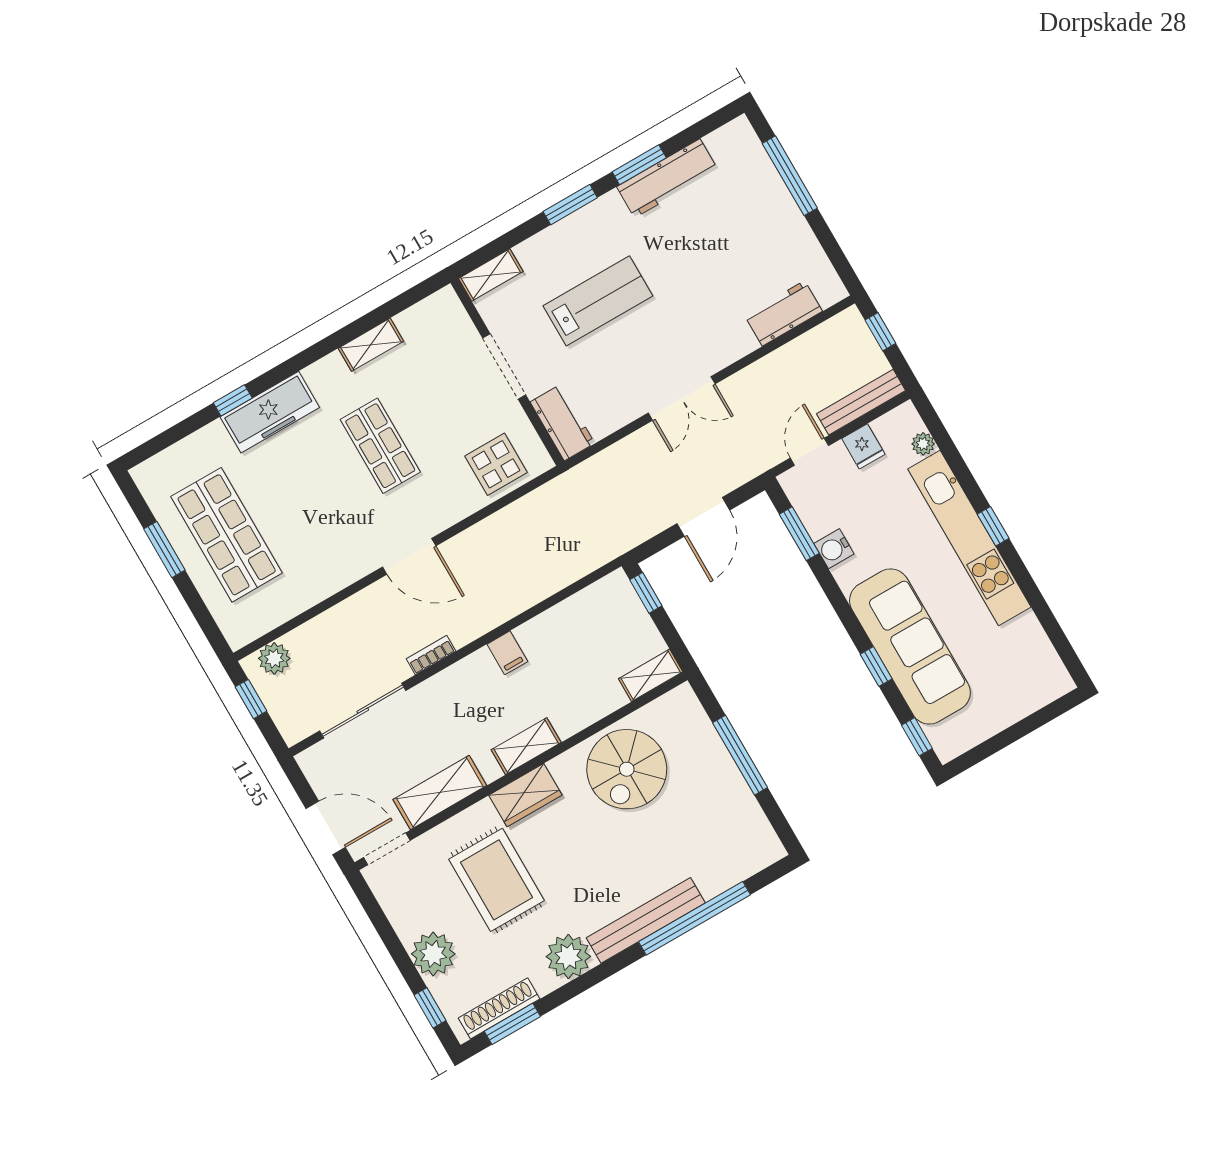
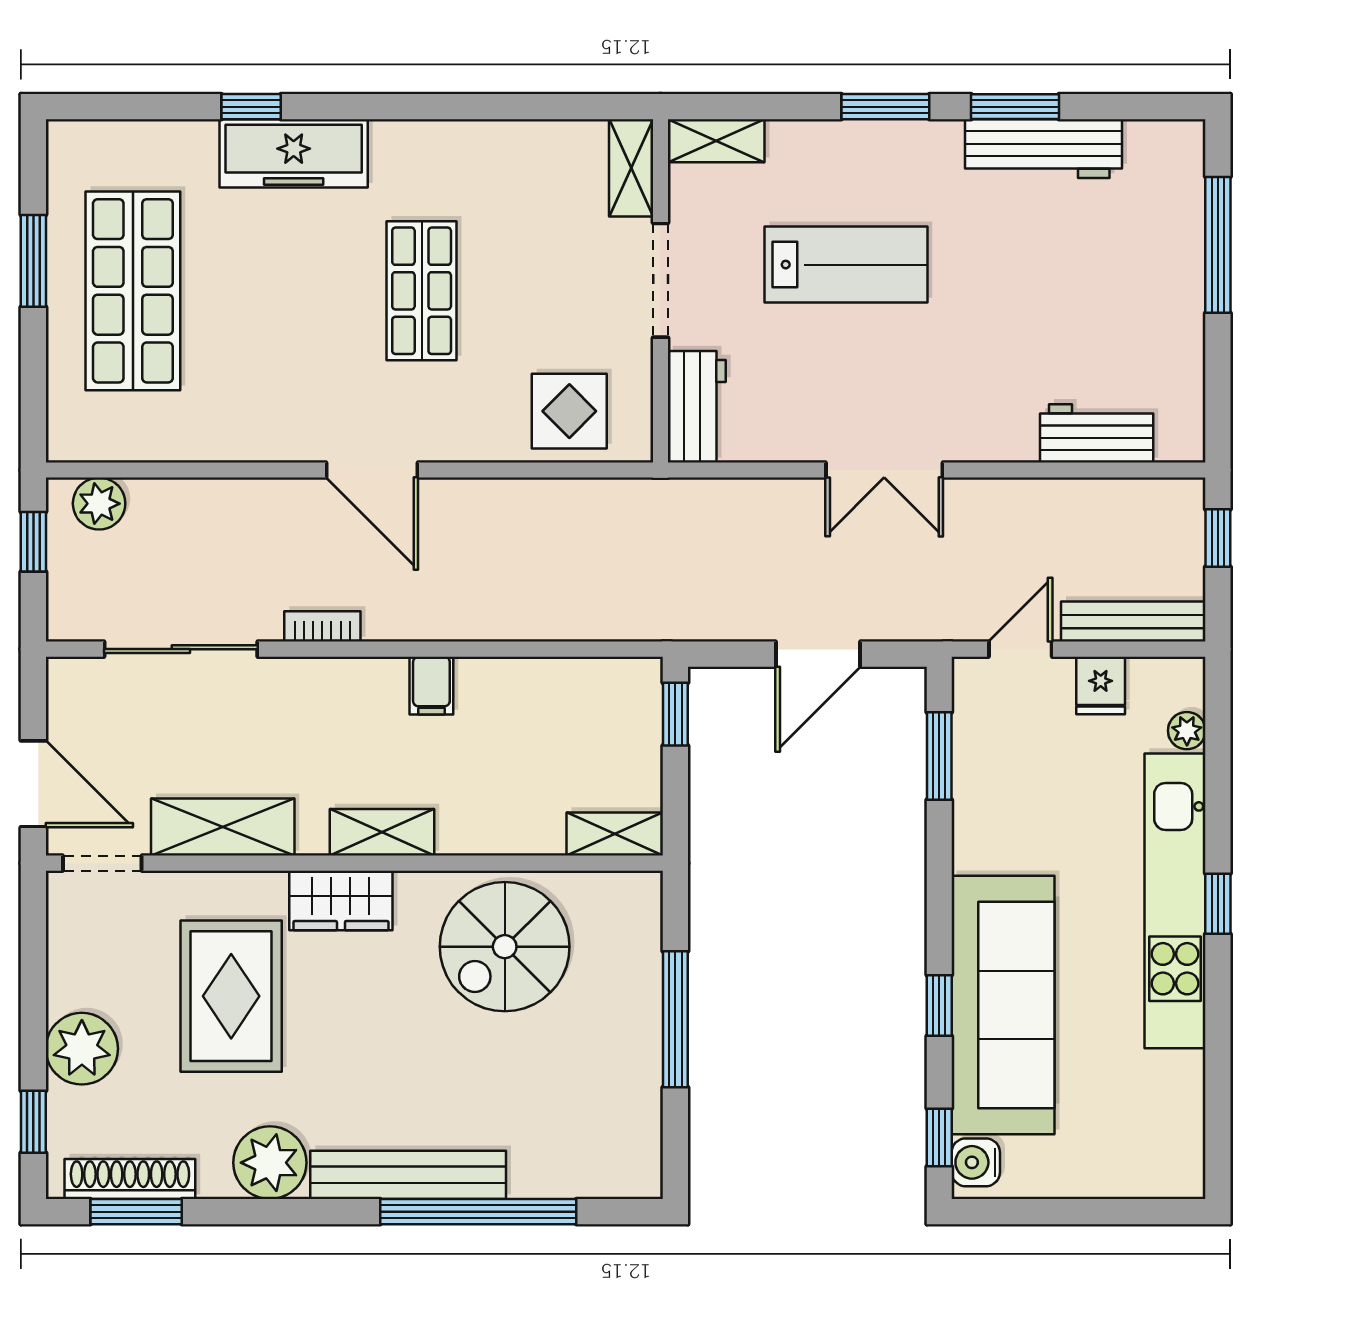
shelving: (371, 345) -> (631, 168), moved, turned 90
water cooler: (834, 549) -> (976, 1162), moved

